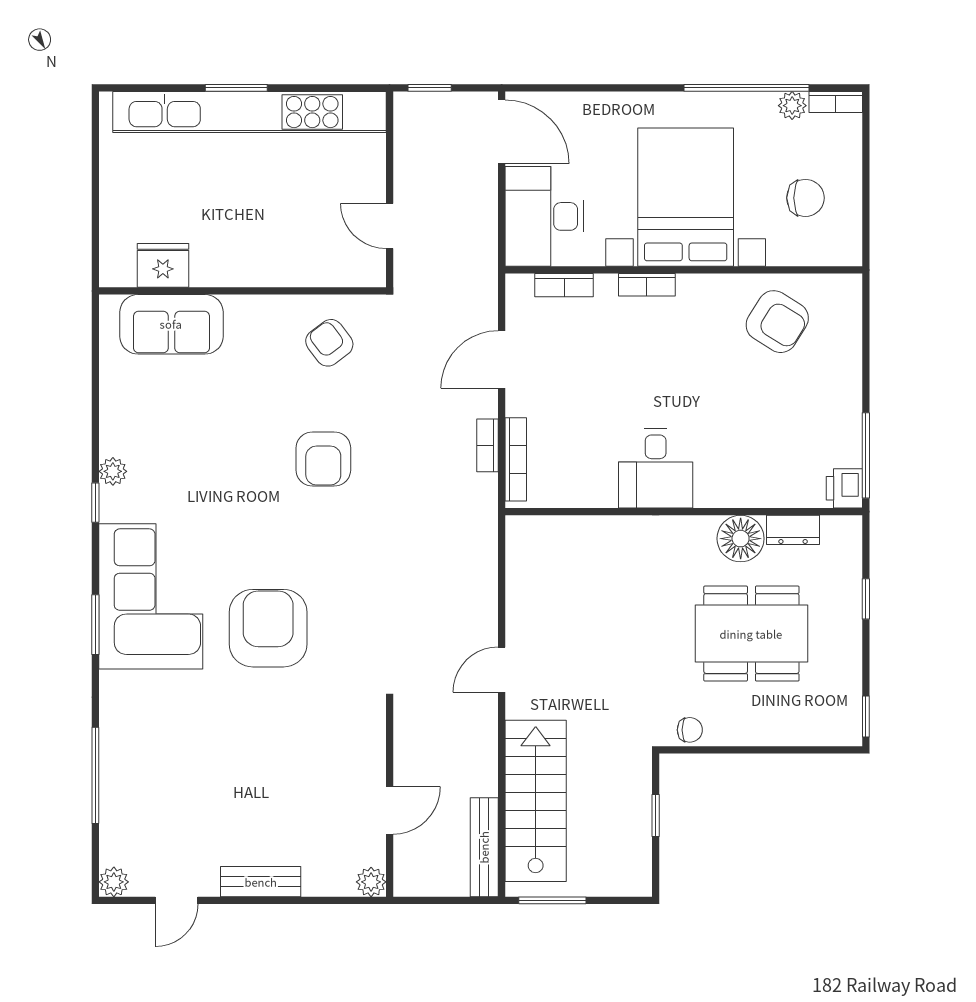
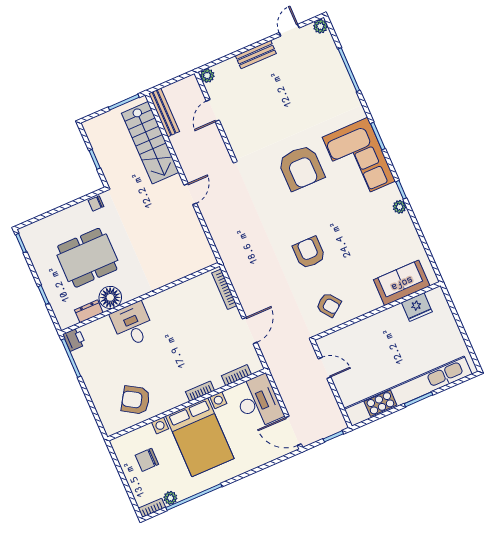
bookcase: (487, 445) -> (239, 290), removed
desk: (656, 468) -> (132, 325), moved

